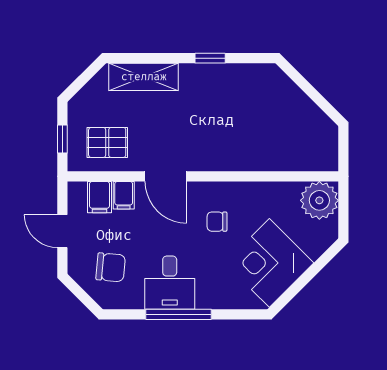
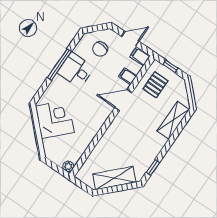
window: (210, 58) -> (153, 167), moved
shelving: (297, 107) -> (114, 178), added
filing cabinet: (100, 197) -> (140, 56), moved
plant: (319, 200) -> (68, 166), width x0.53, depth x0.53
chair: (217, 222) -> (88, 109), removed

